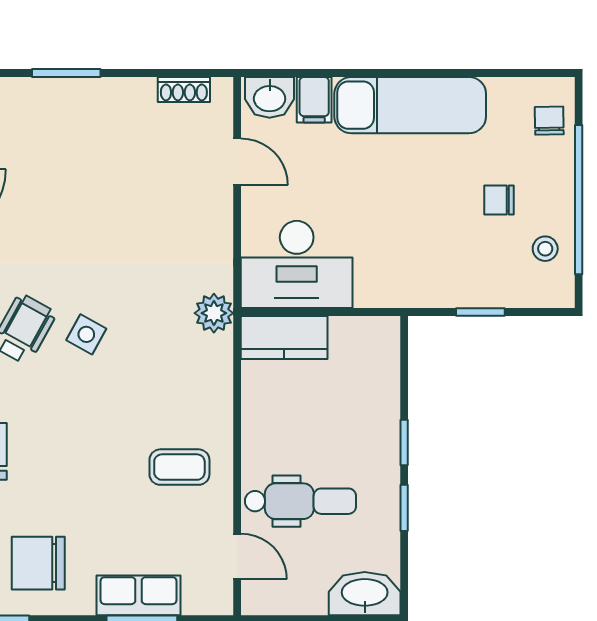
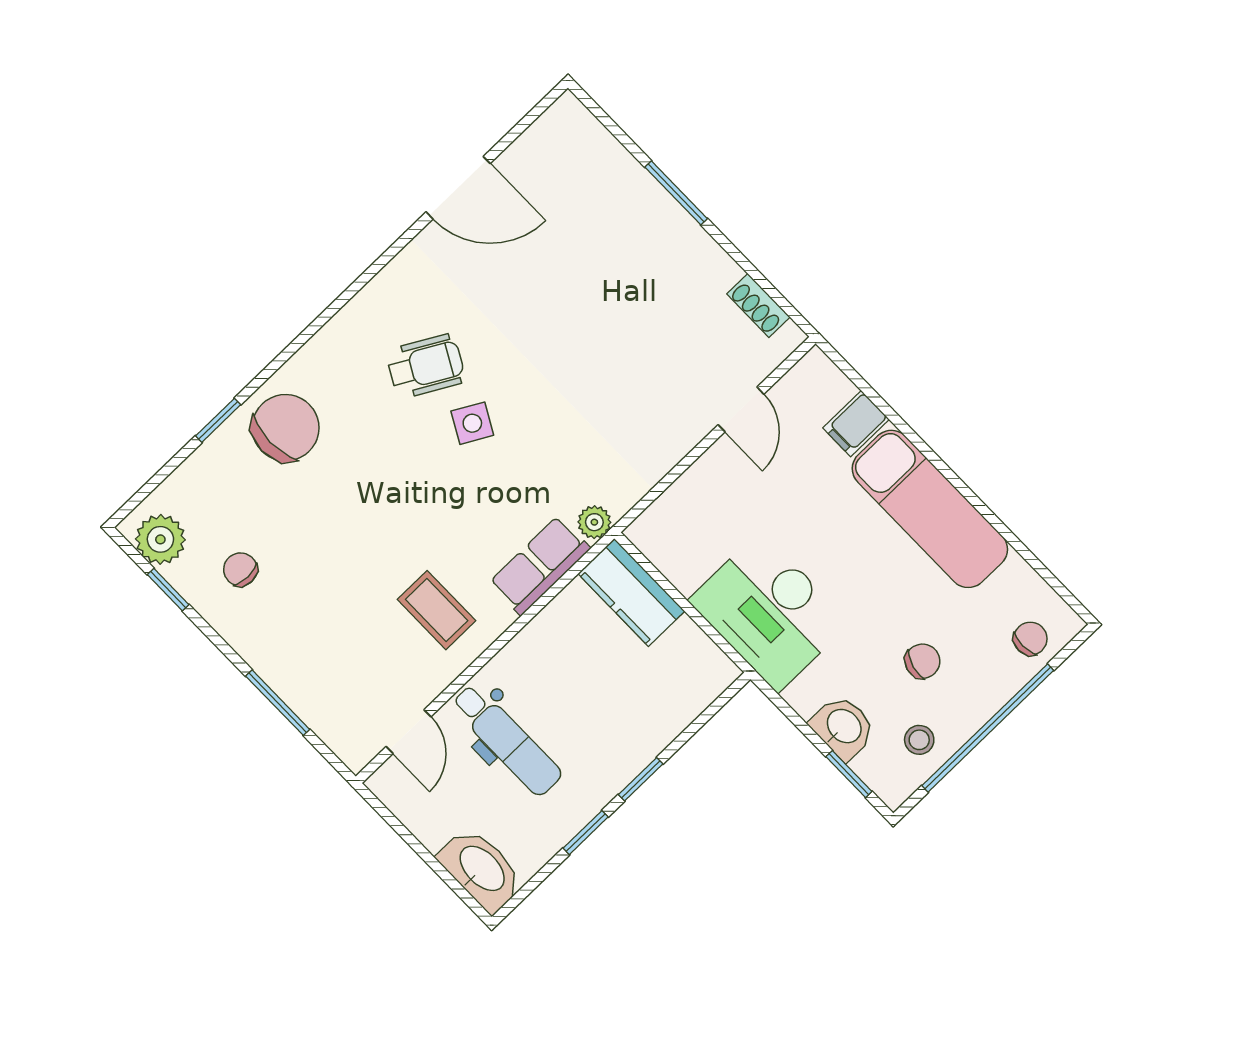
washbasin: (270, 97) -> (843, 727), moved, turned 180
chair: (499, 200) -> (922, 661), turned 105
desk: (297, 264) -> (769, 612), moved
window: (480, 312) -> (849, 774), moved
plant: (214, 313) -> (594, 522), width x0.73, depth x0.73
chair: (38, 563) -> (240, 569), width x0.54, depth x0.54
row of seats: (138, 595) -> (540, 565), moved, turned -90

